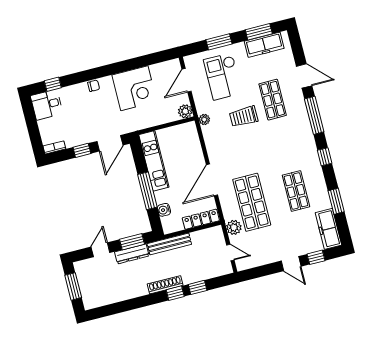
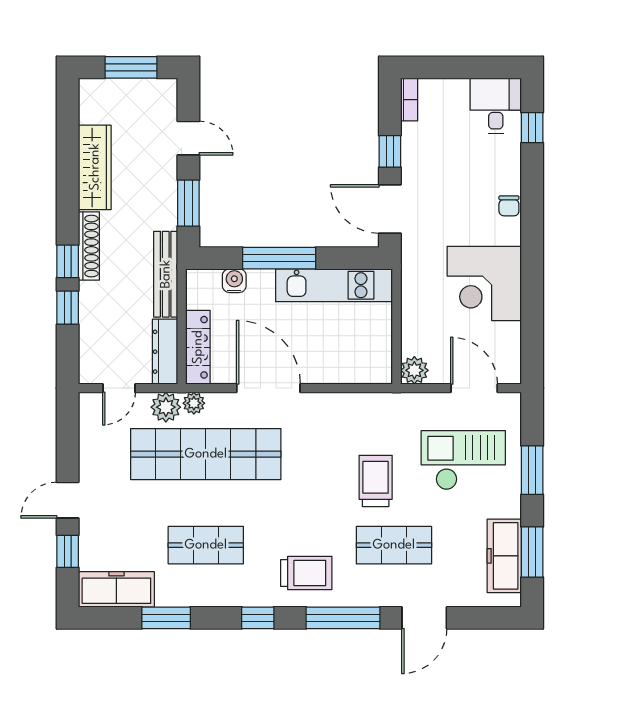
plant: (204, 119) -> (194, 403), moved
trolley: (297, 139) -> (306, 573), added
shop shelf: (252, 202) -> (206, 454), width x1.40
dresser: (132, 254) -> (165, 352), moved
wardrobe: (126, 292) -> (95, 167), added

